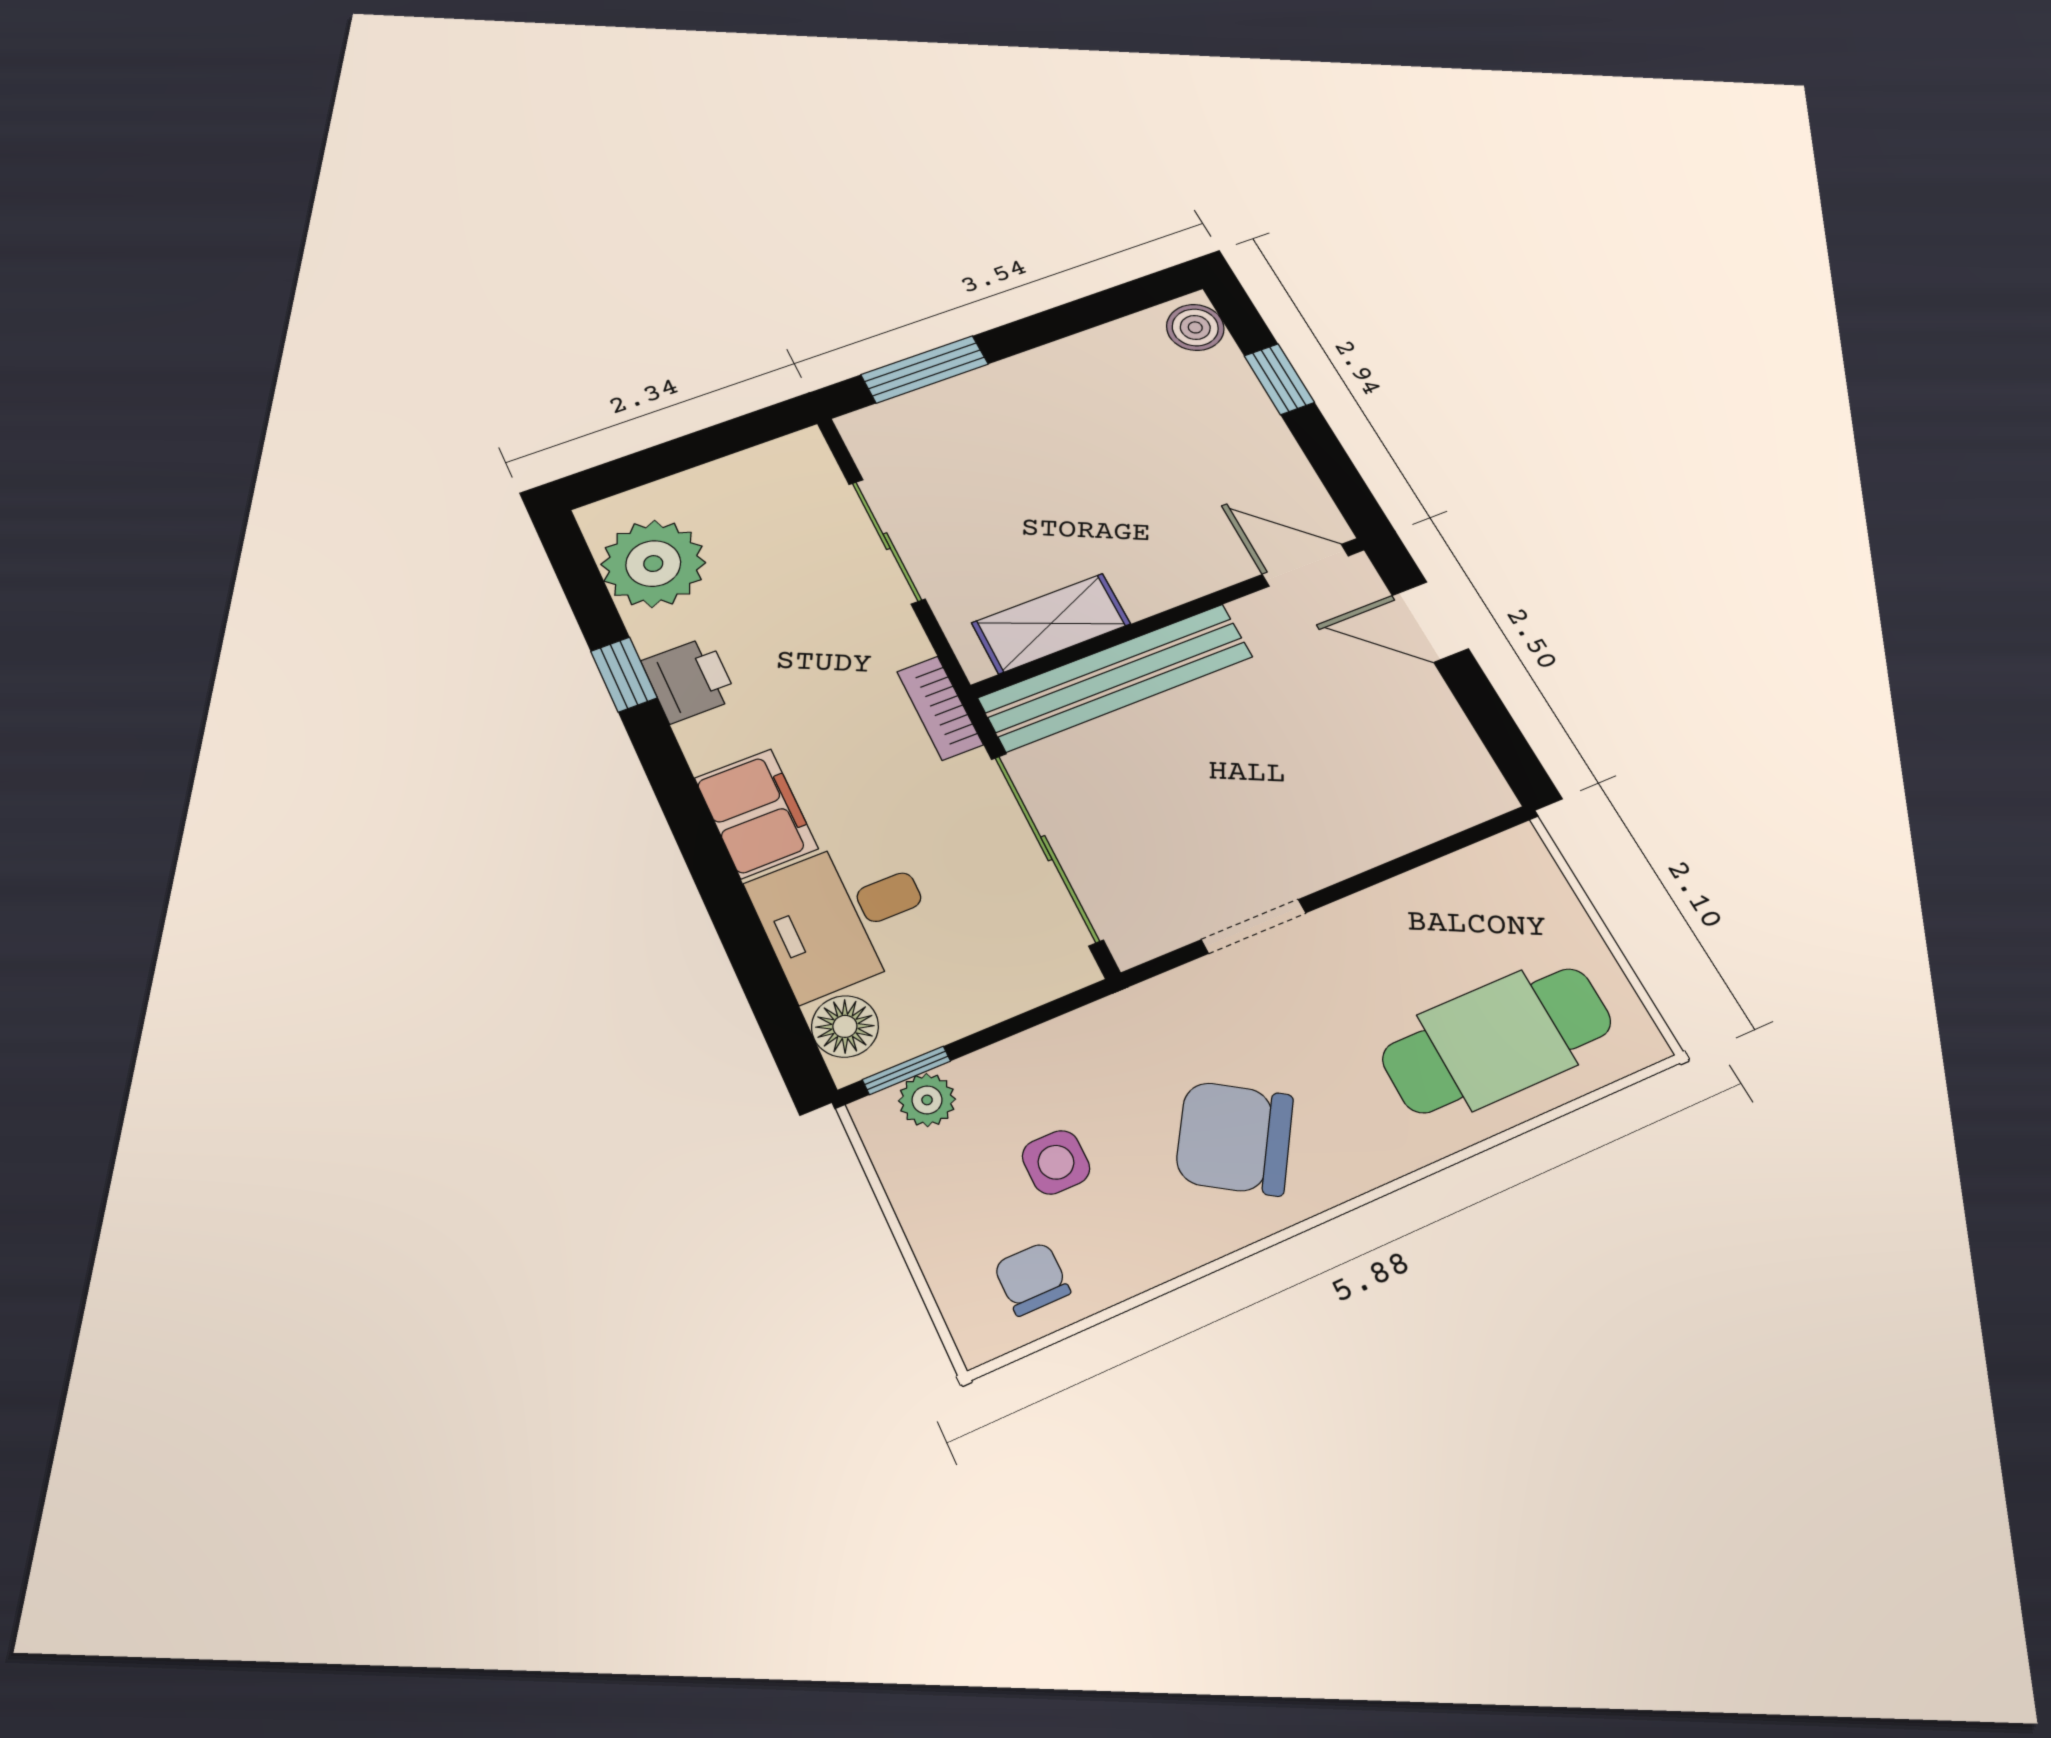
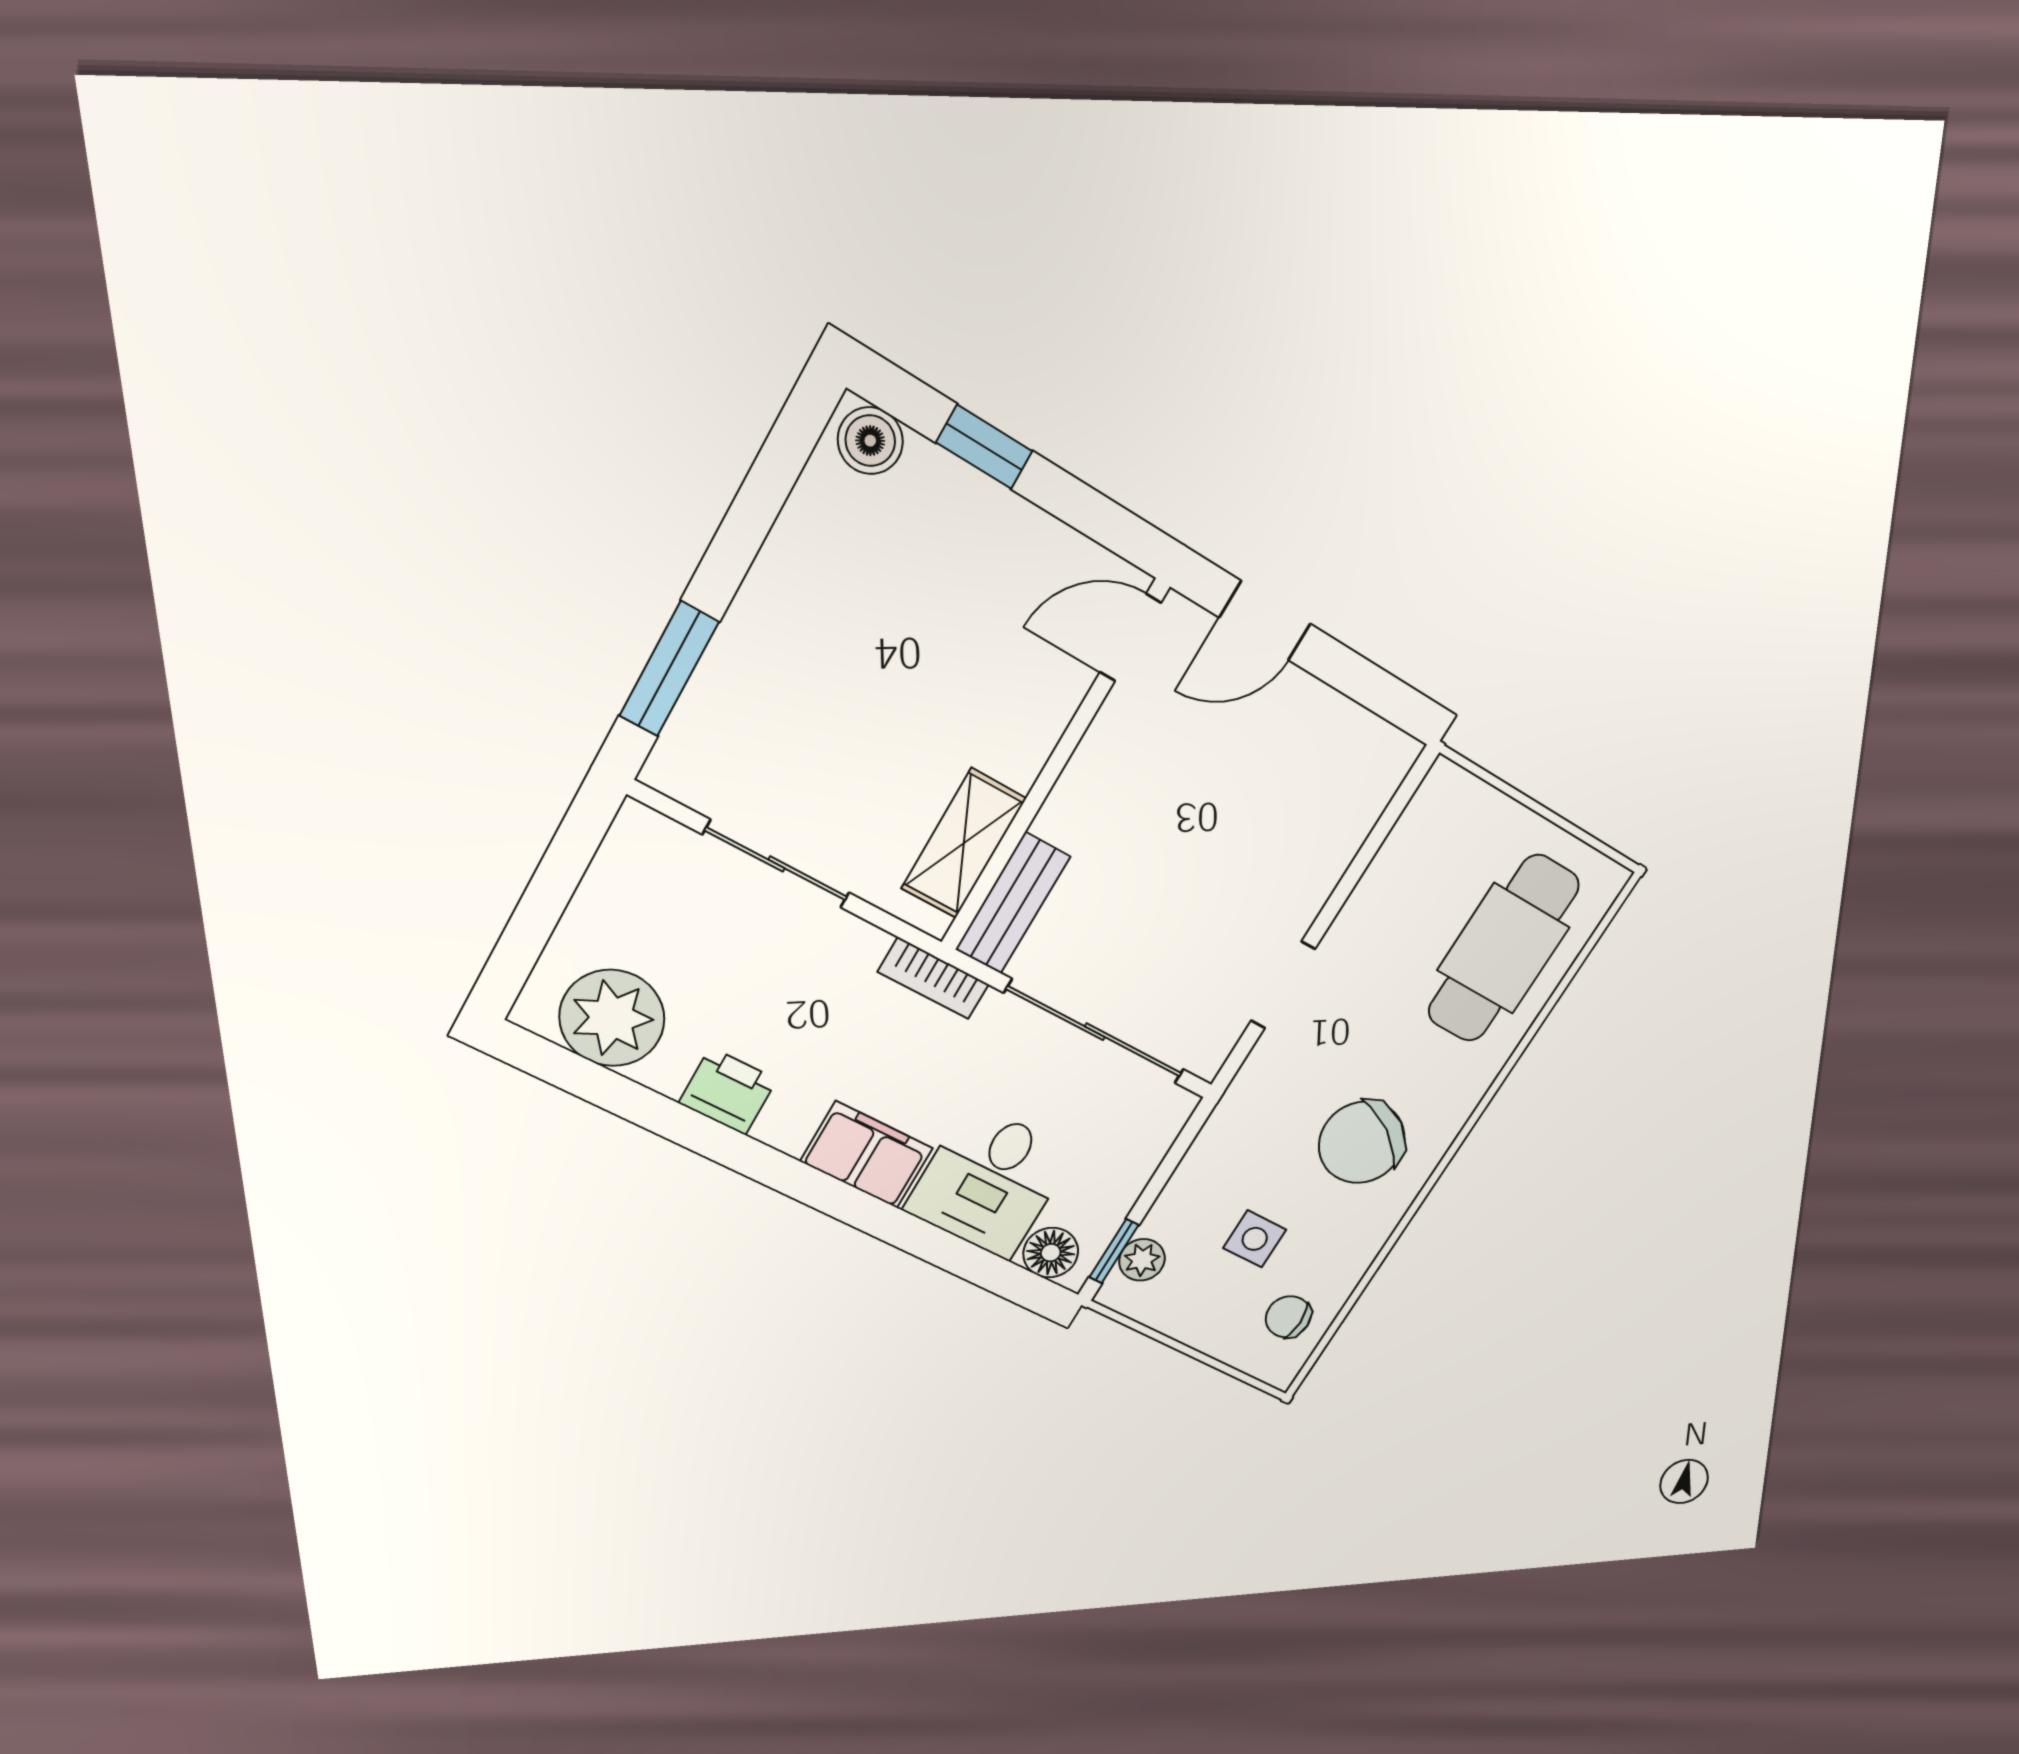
window: (624, 675) -> (676, 1122), removed
bench: (1116, 677) -> (1013, 903), width x0.54, depth x0.82

